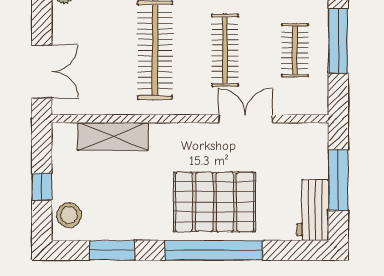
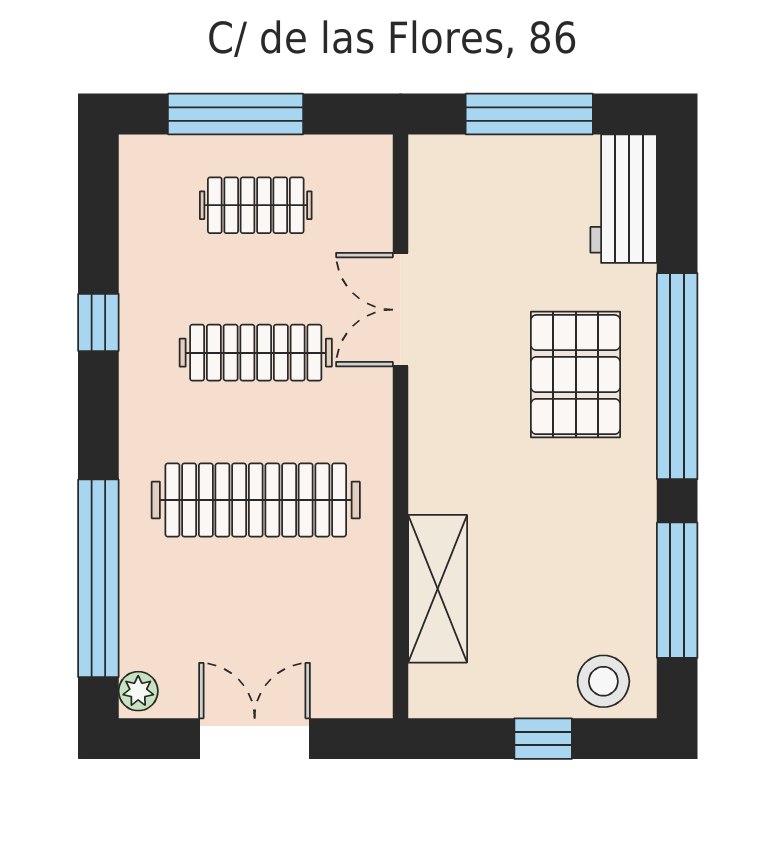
double door: (42, 72) -> (255, 739), moved
pallet: (215, 202) -> (576, 375), width x0.73, depth x0.71
workbench: (313, 210) -> (624, 199), moved, turned 90
window: (112, 250) -> (677, 590), width x1.44

